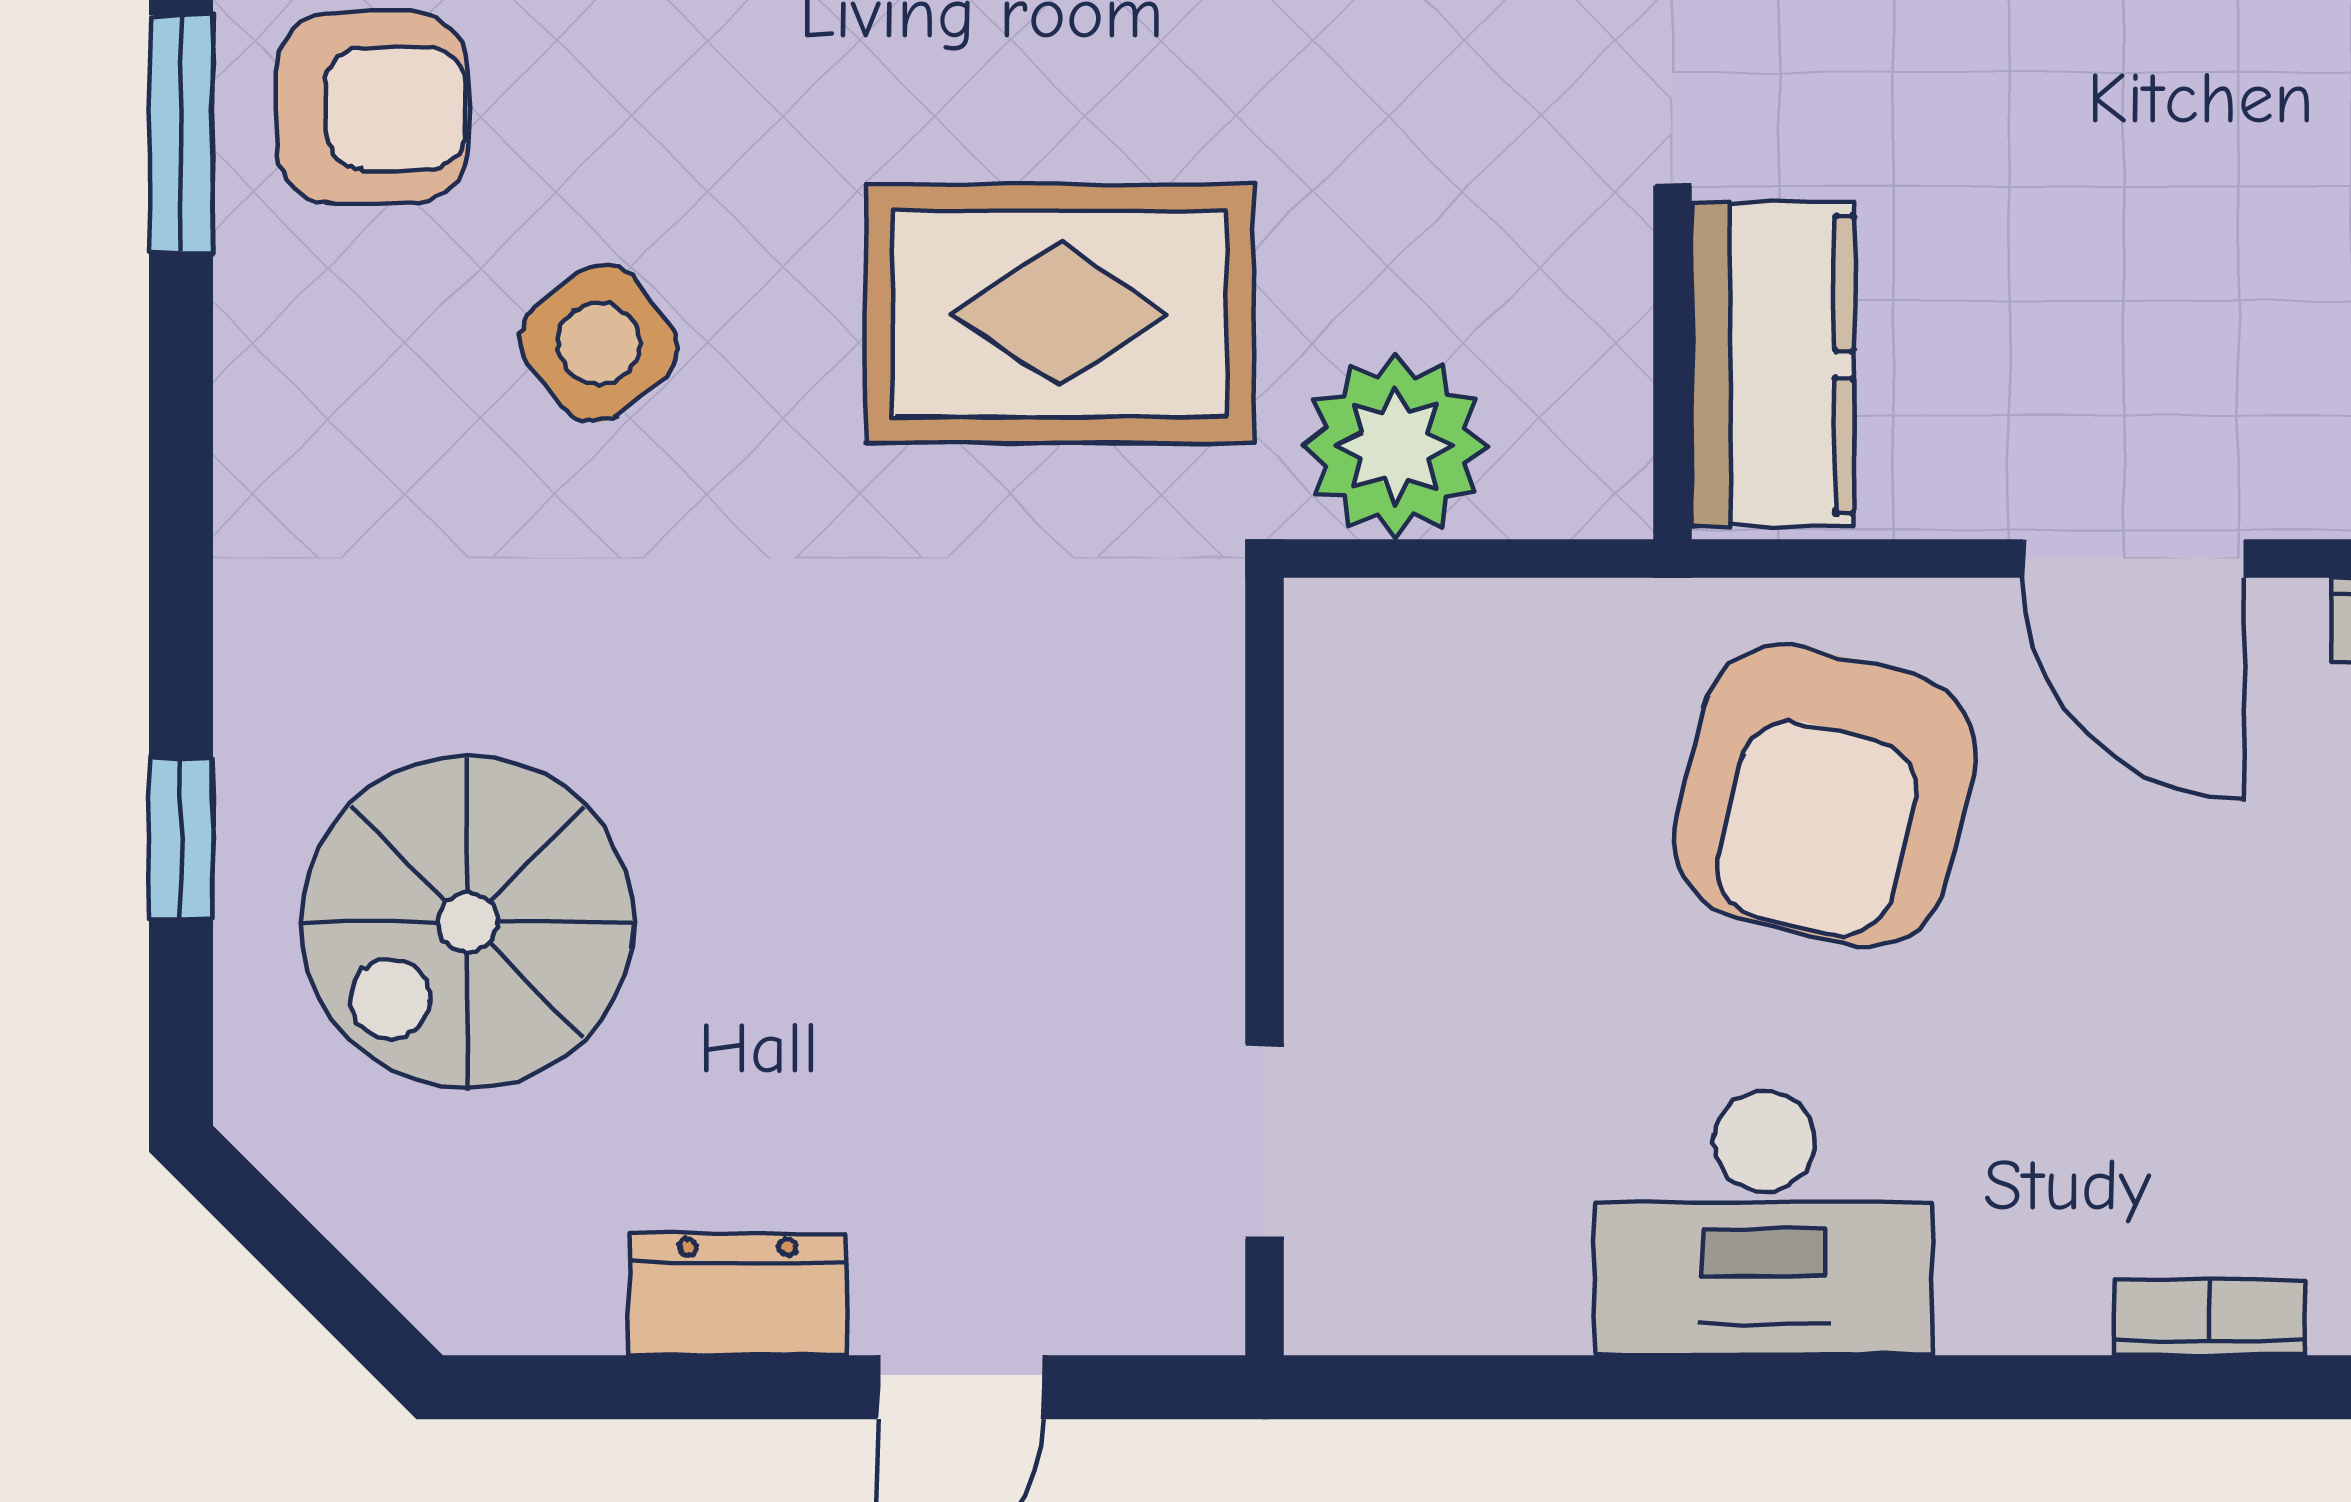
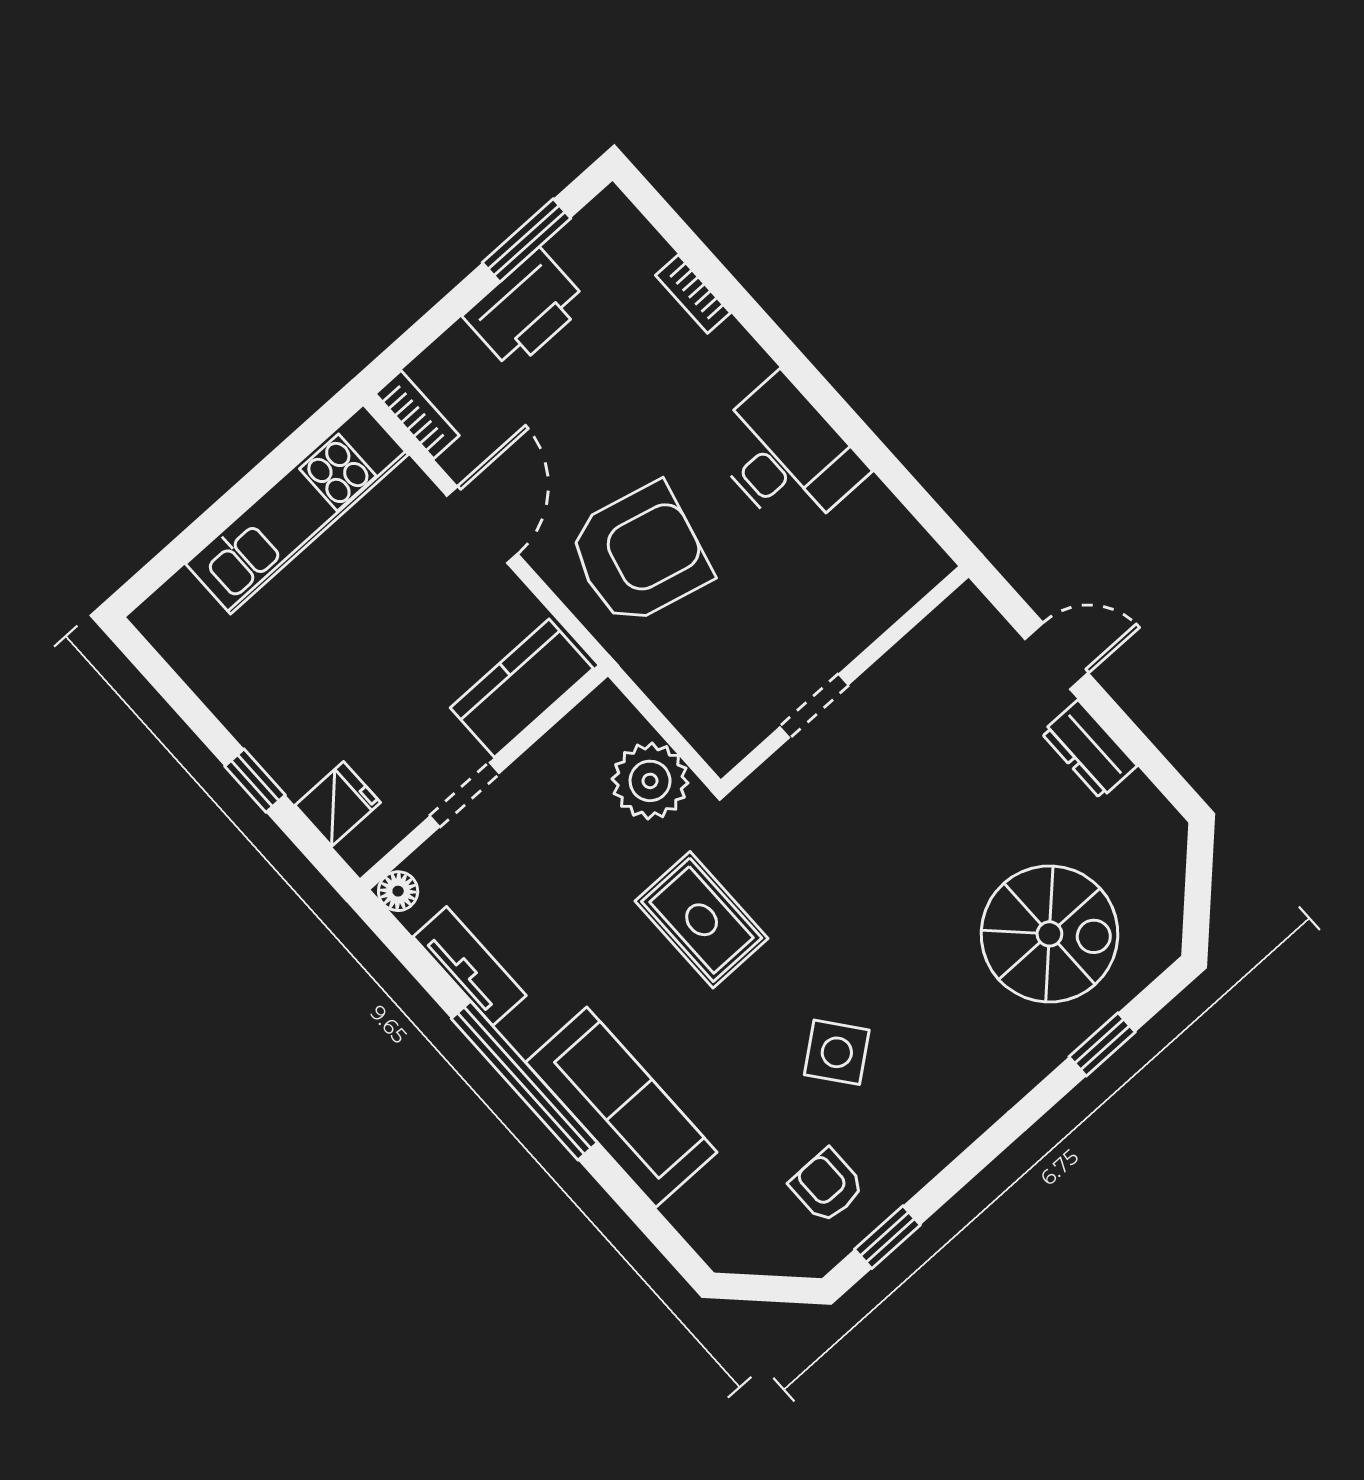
armchair: (373, 108) -> (827, 1186), width x0.72, depth x0.72
window: (181, 134) -> (887, 1237), width x0.67
rug: (1060, 314) -> (702, 920), width x0.73, depth x0.70
doorway: (1265, 1142) -> (814, 706), moved

